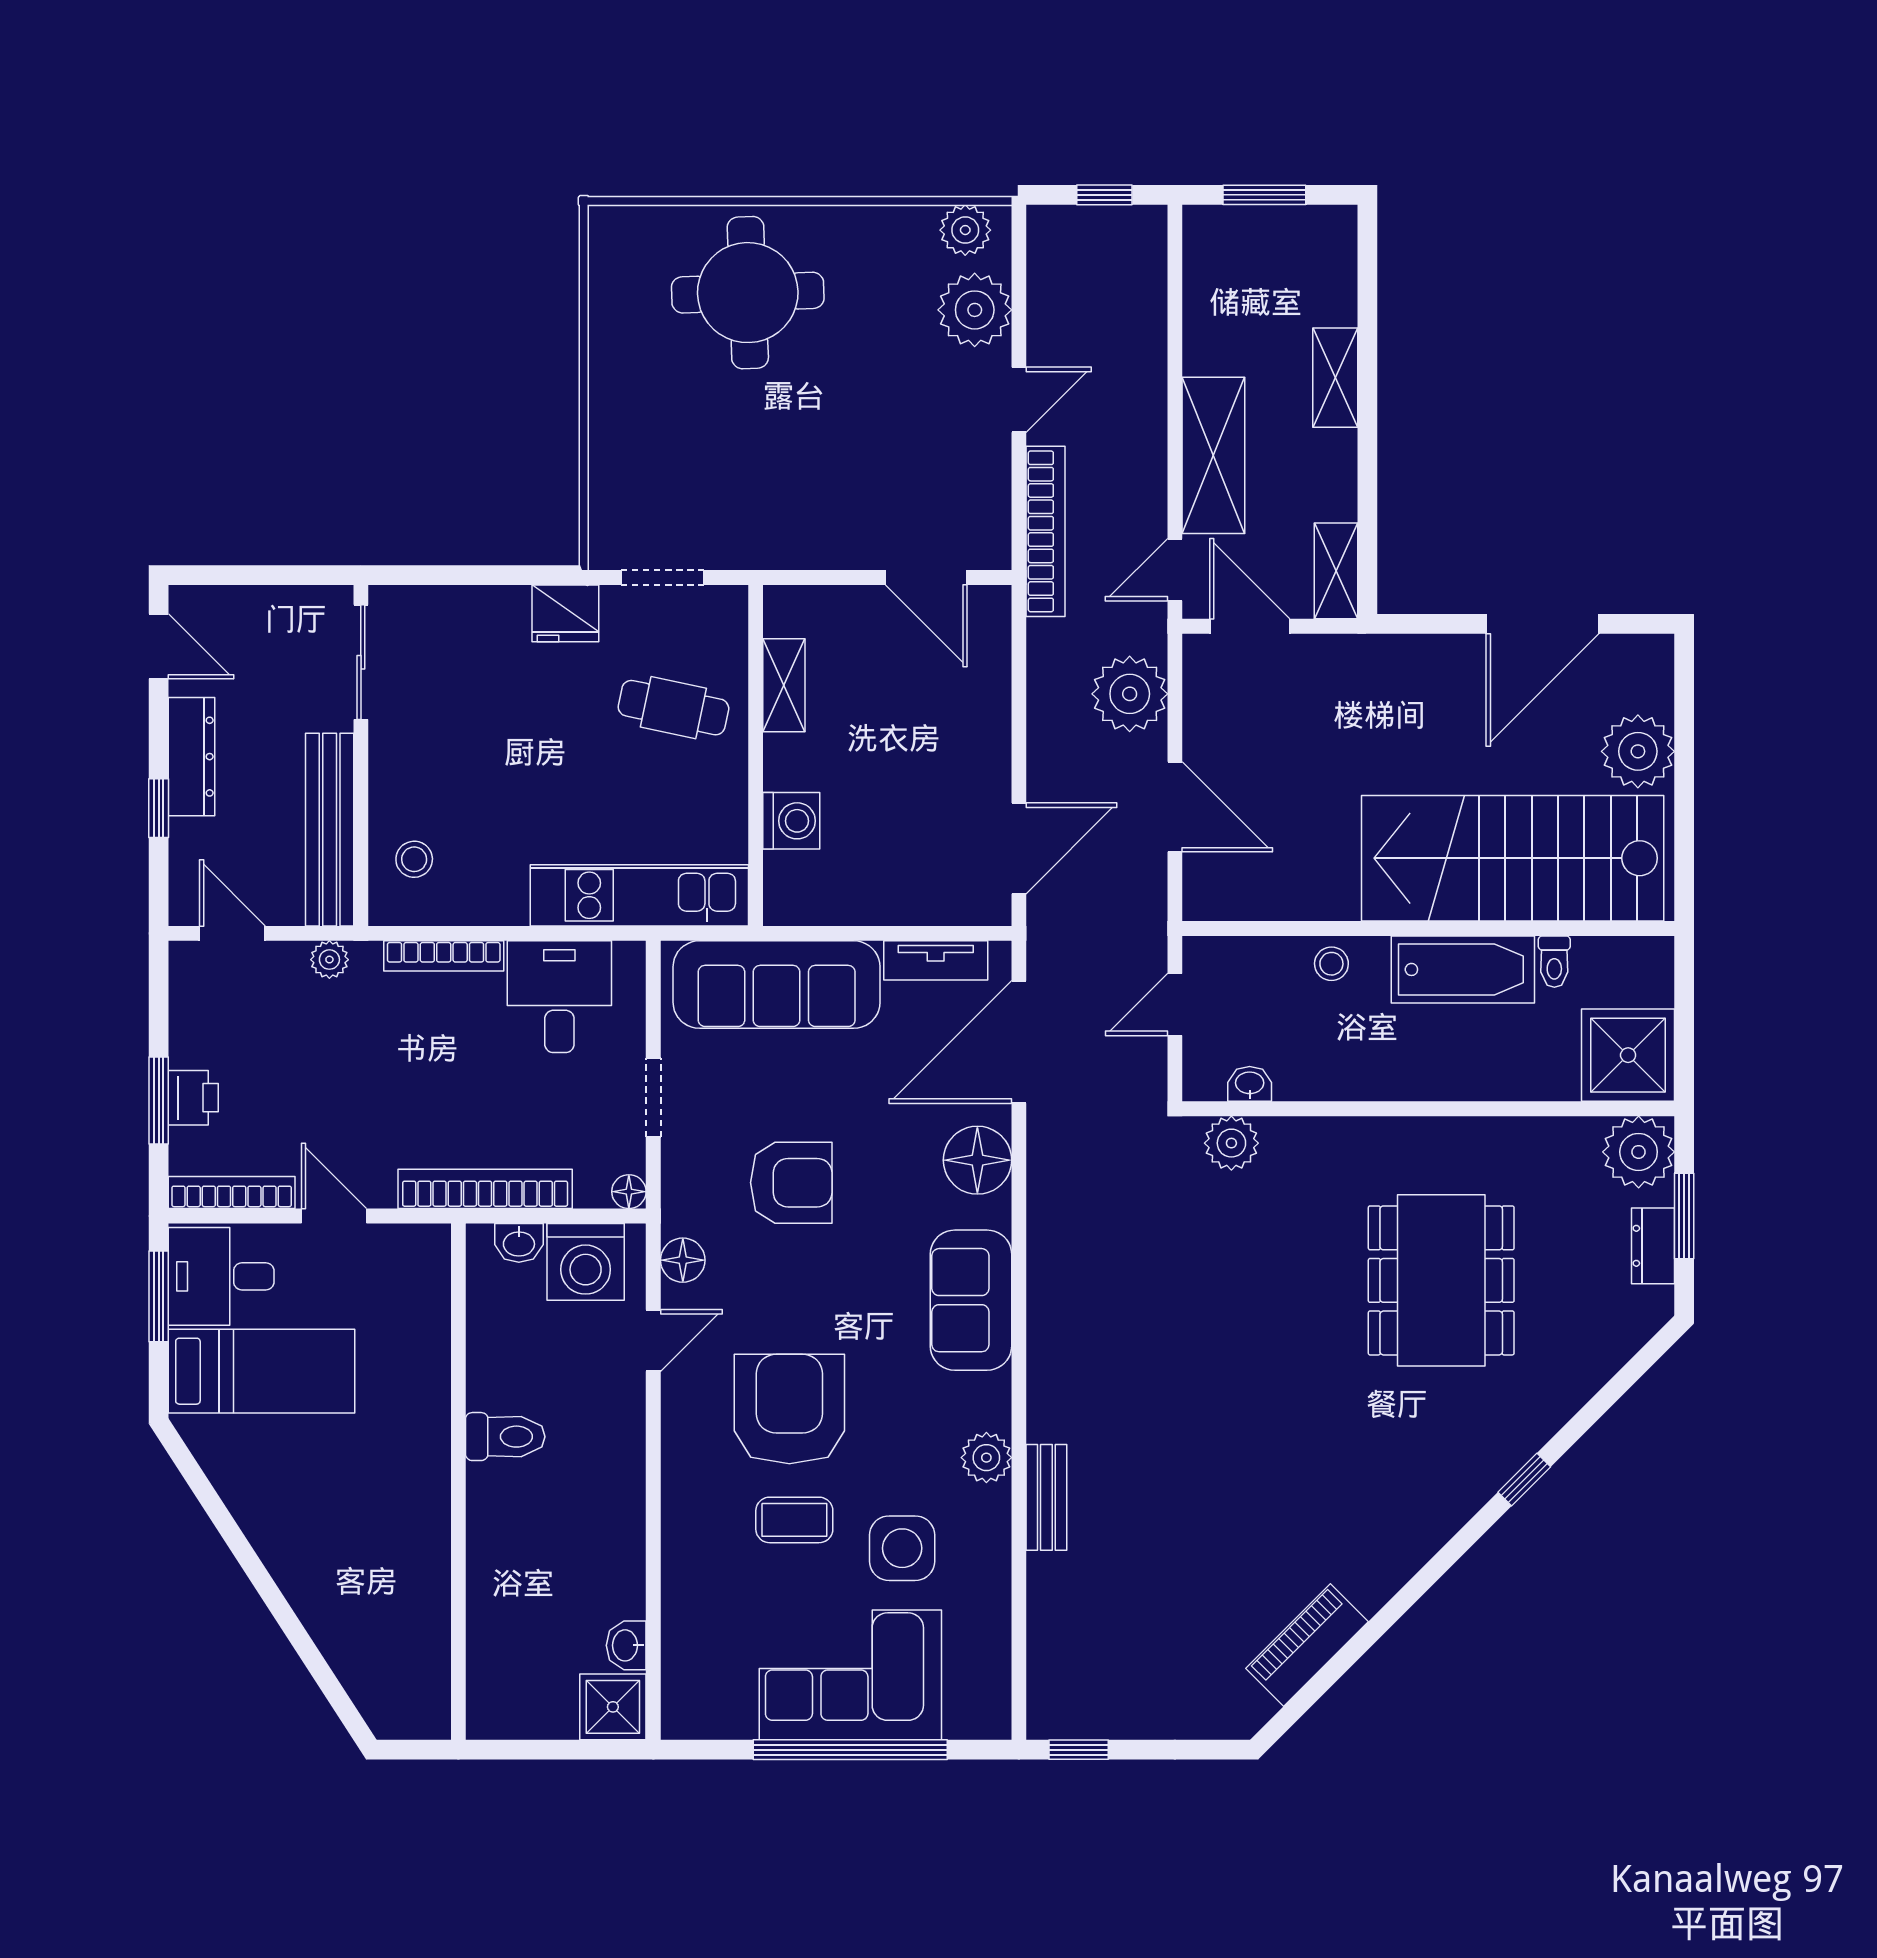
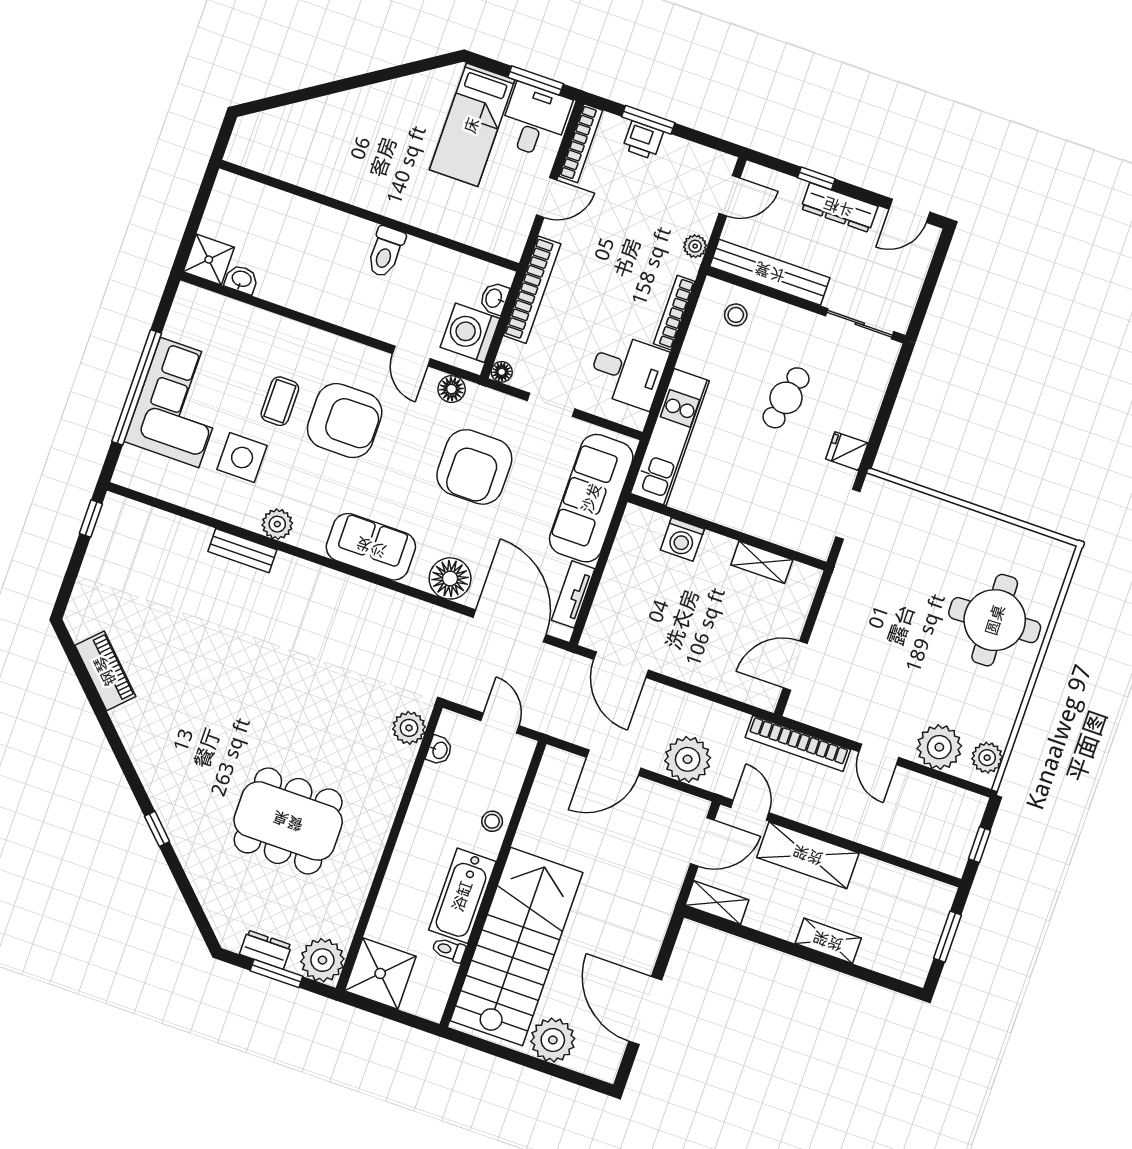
fridge: (565, 613) -> (847, 451), width x0.72
cafe table: (673, 708) -> (786, 398), moved
armchair: (791, 1183) -> (474, 467), width x1.36, depth x1.36

